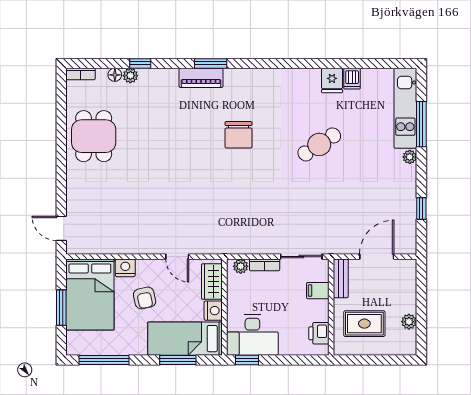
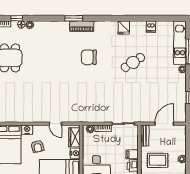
window: (140, 63) -> (17, 18), moved
piano: (201, 78) -> (82, 26), moved
fridge: (332, 80) -> (124, 28), moved
chair: (238, 135) -> (89, 57), turned 90
filing cabinet: (318, 291) -> (132, 154), moved

